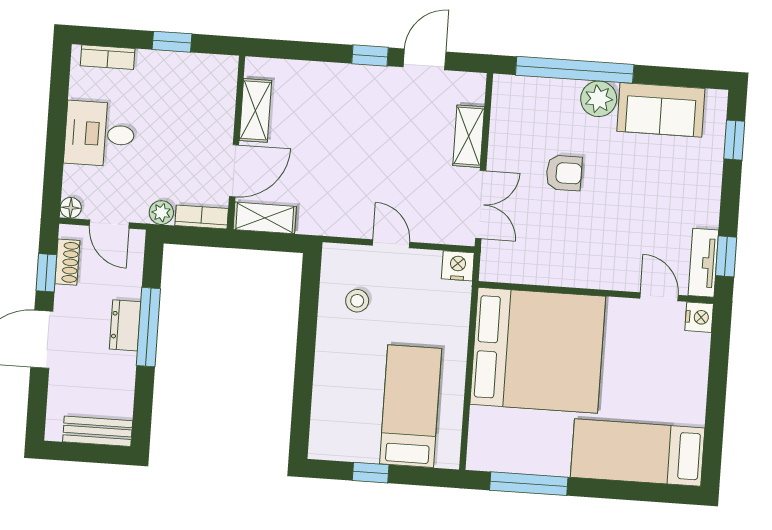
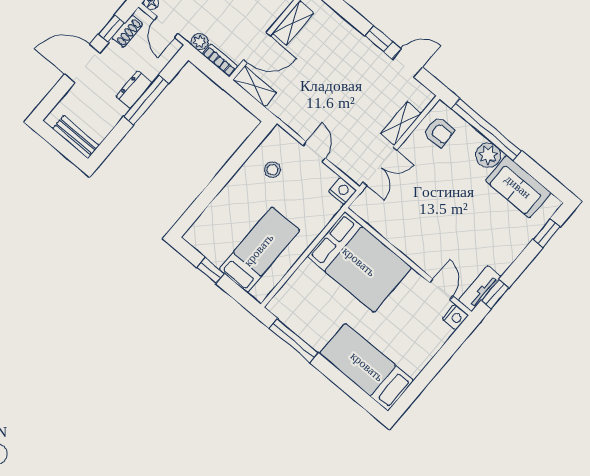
armchair: (564, 173) -> (439, 132), moved
bed: (538, 350) -> (359, 262), width x0.73

